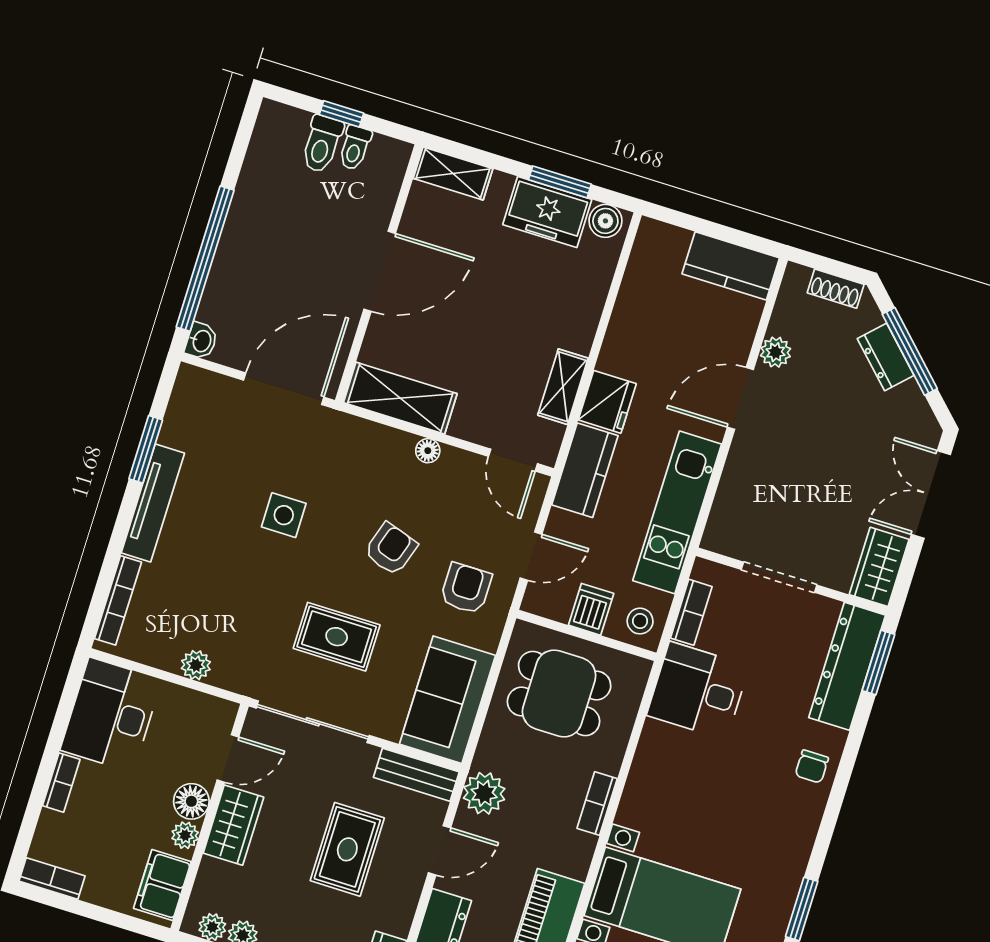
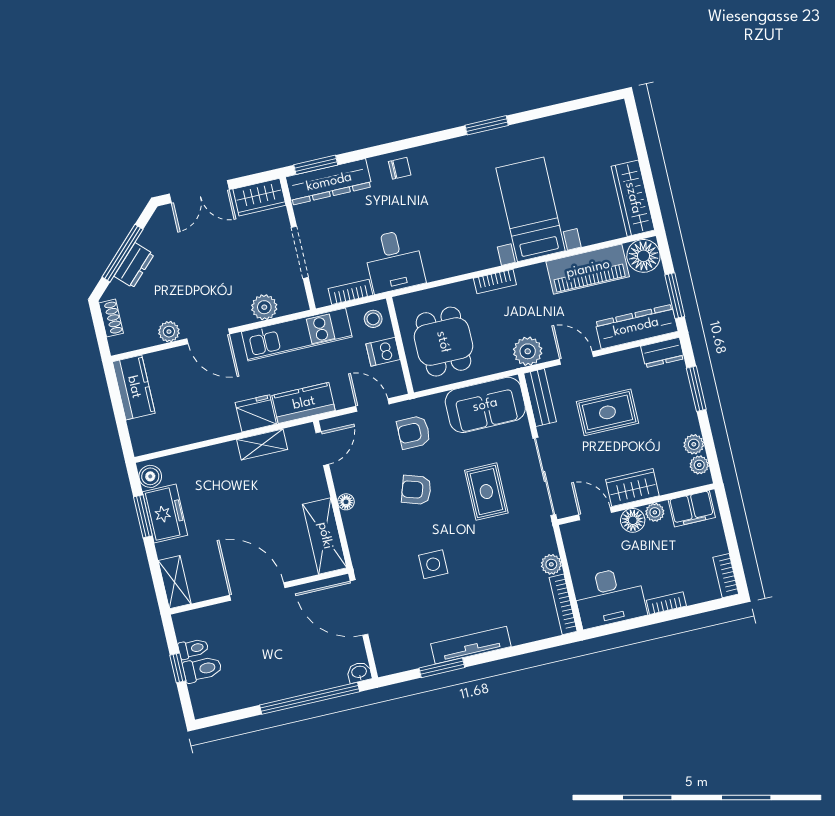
plant: (736, 491) -> (264, 307), added
bookcase: (118, 600) -> (563, 604), moved, turned -90

